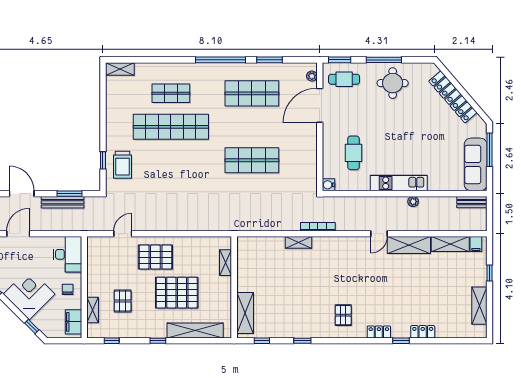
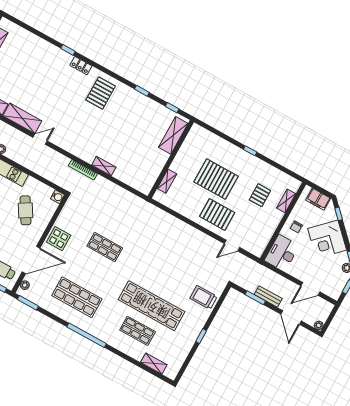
window: (269, 60) -> (28, 303), moved
shelving: (120, 69) -> (154, 364), moved
display table: (304, 143) -> (59, 239), added
cafe table: (353, 153) -> (25, 210), turned -31
window: (103, 160) -> (201, 336), moved
shop shelf: (252, 160) -> (105, 247), width x0.70, depth x0.74
trolley: (122, 165) -> (204, 297), turned -90
bench: (63, 202) -> (268, 296), width x0.73
pallet: (343, 315) -> (101, 93), width x1.50, depth x1.42
filing cabinet: (73, 322) -> (318, 199), moved, turned 90
shelving: (195, 330) -> (218, 143), removed
locker: (423, 332) -> (48, 48), removed
window: (112, 341) -> (285, 170), removed

